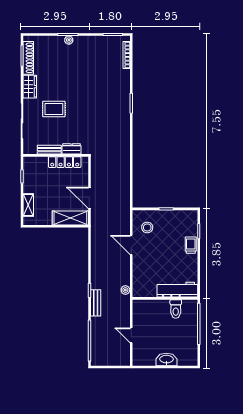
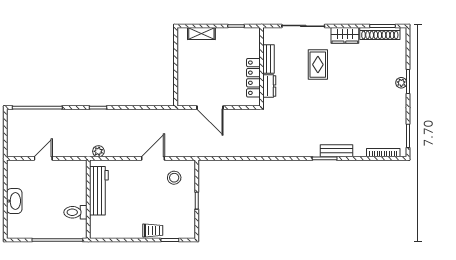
door: (89, 198) -> (210, 108), swing flipped
shelving: (70, 218) -> (186, 85), removed
workbench: (177, 290) -> (99, 191), moved
bench: (96, 303) -> (337, 151), moved

